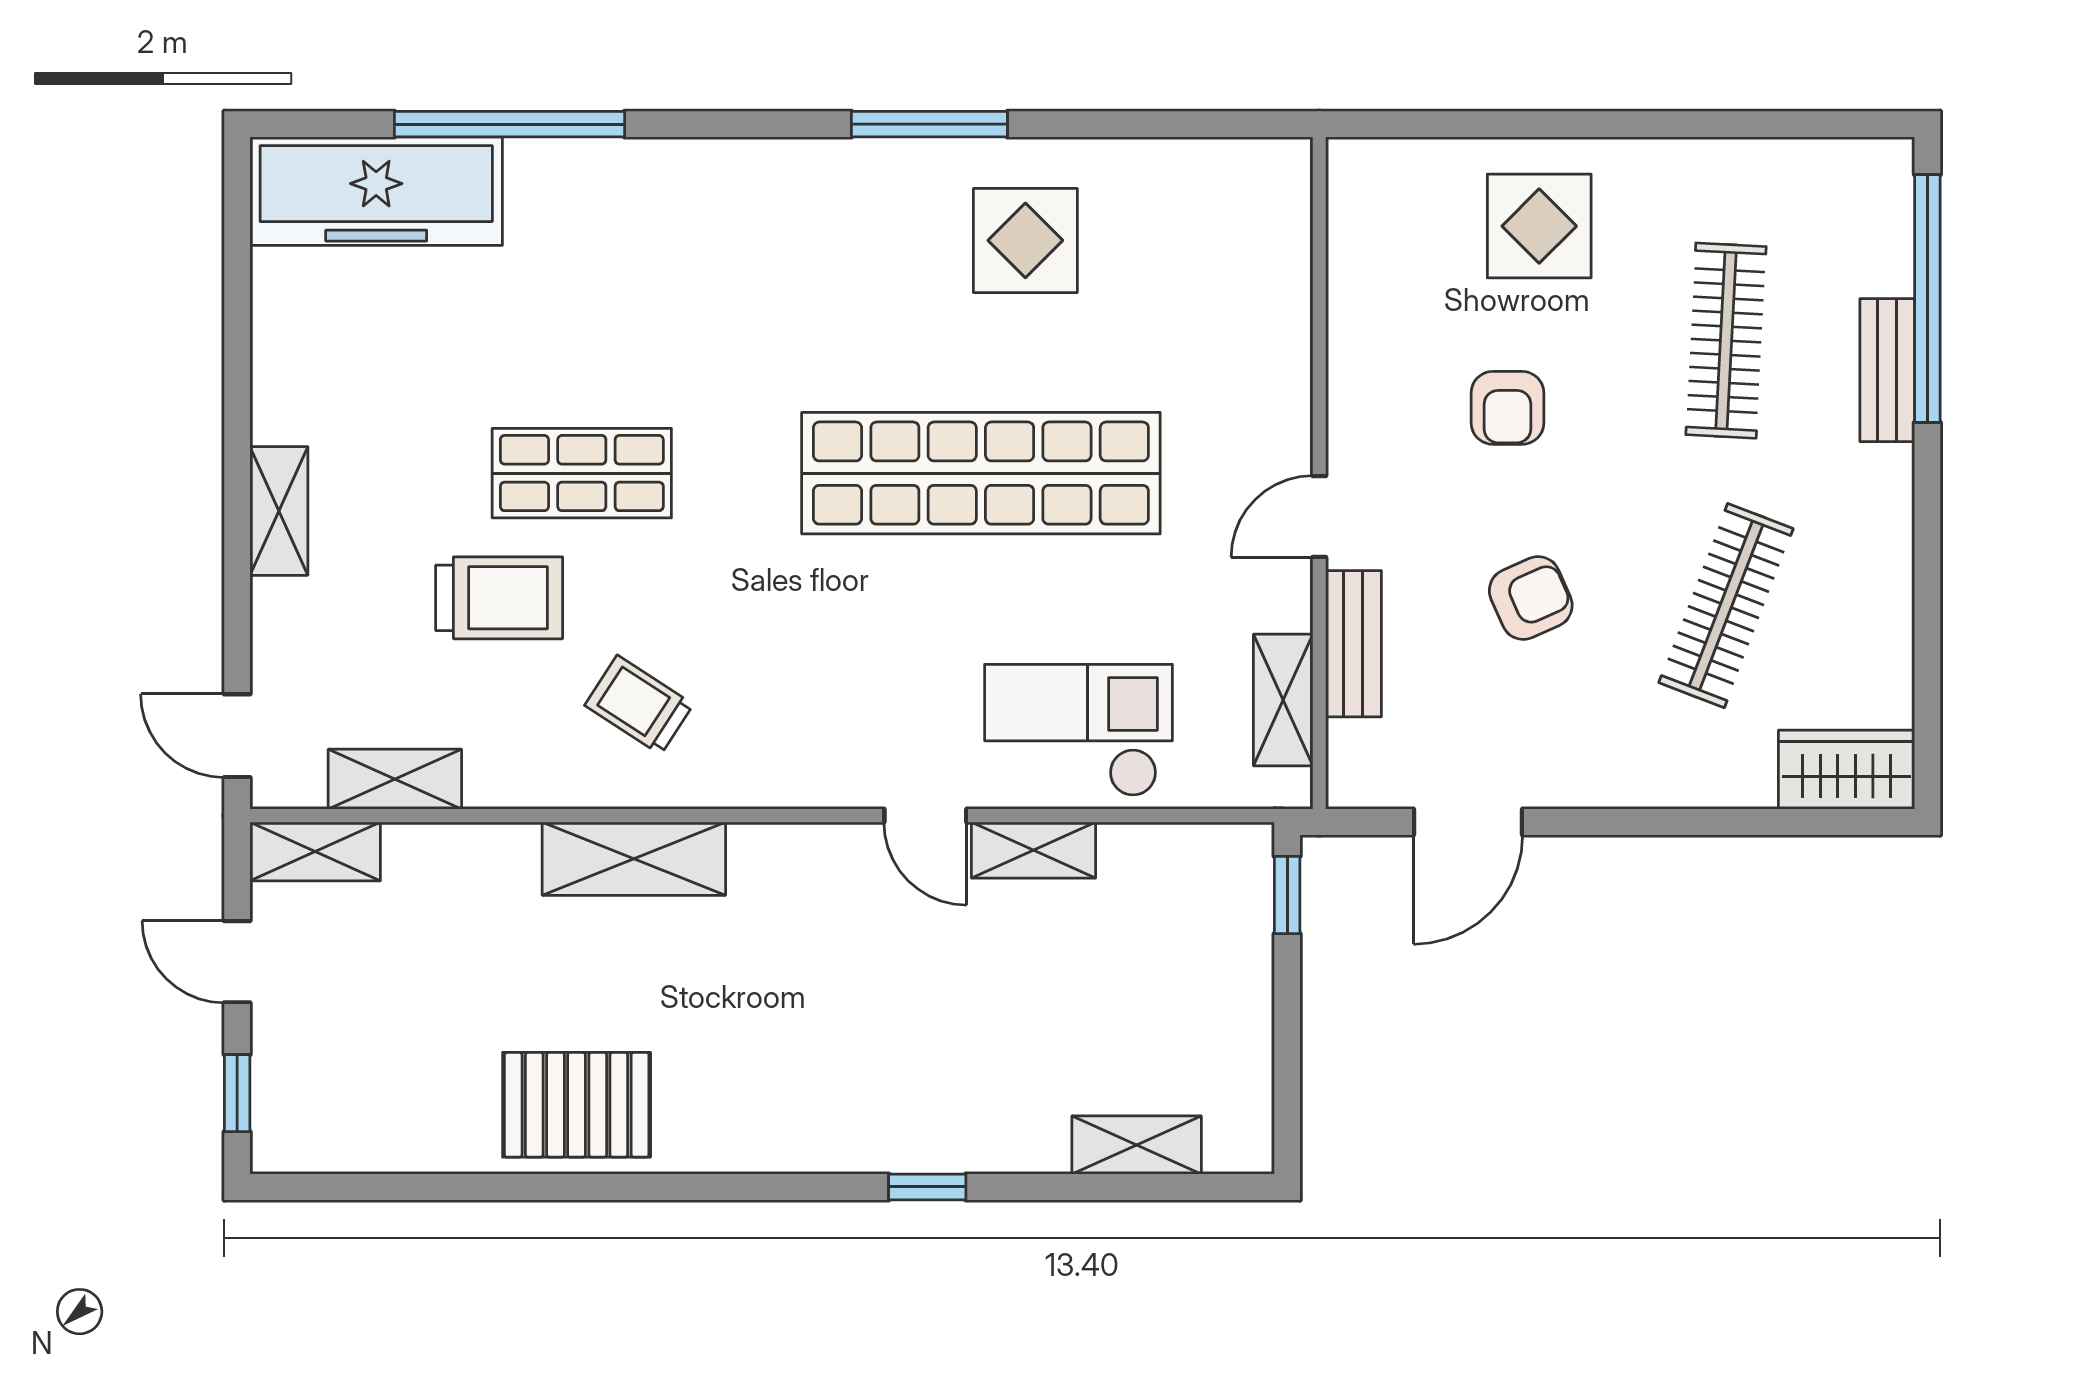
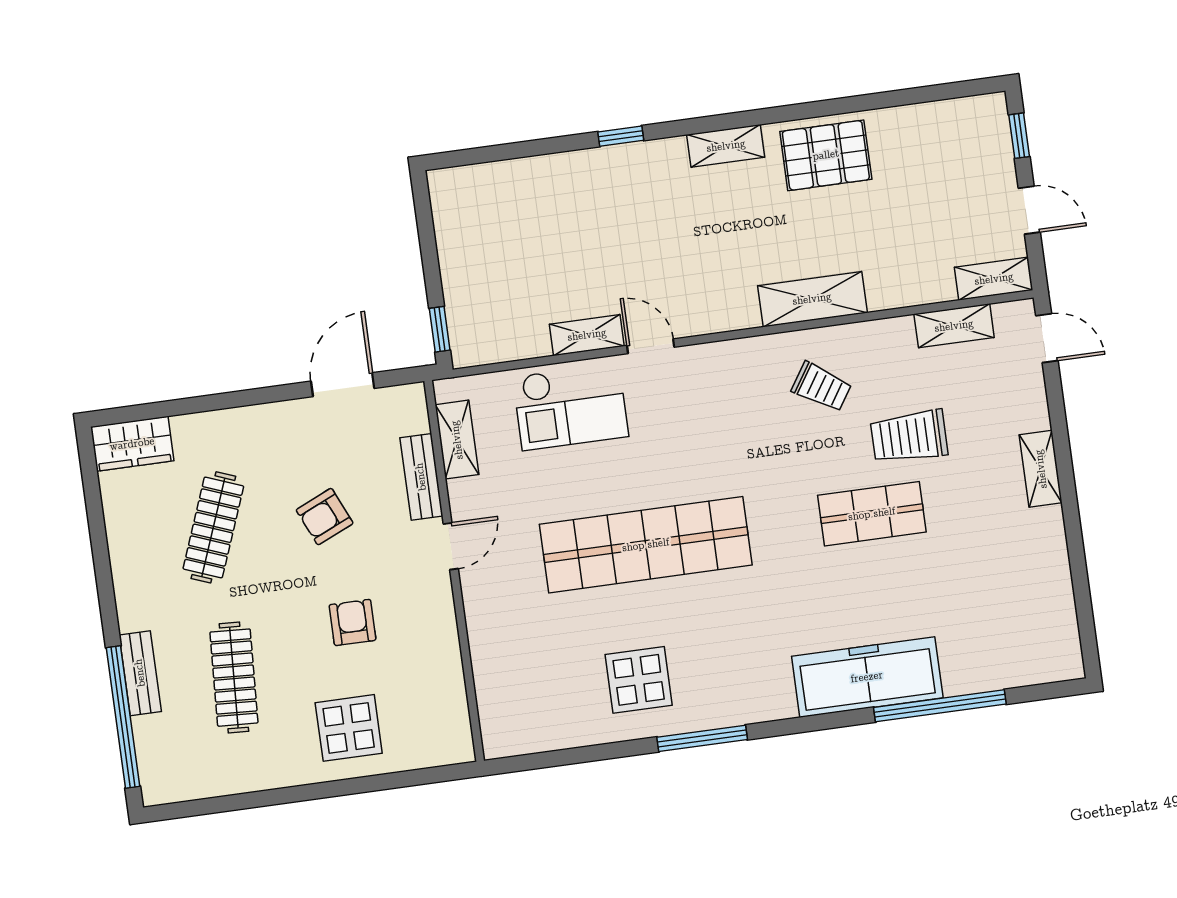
freezer: (376, 191) -> (867, 677), moved
shelving: (1137, 1145) -> (726, 146), moved

